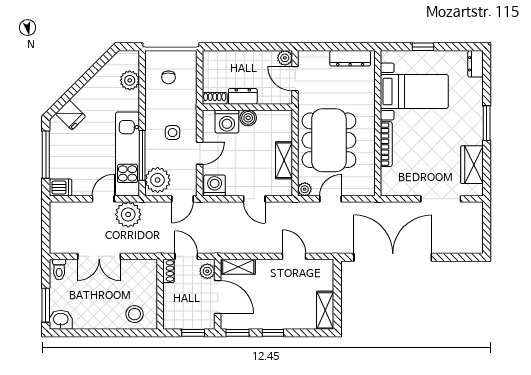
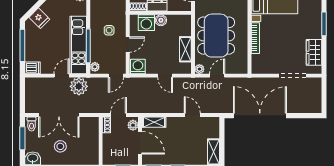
plant: (158, 180) -> (95, 67), width x0.53, depth x0.53
double door: (99, 256) -> (59, 115), width x1.37
door: (186, 256) -> (119, 115), hinge flipped
window: (46, 305) -> (22, 138), moved
stool: (135, 314) -> (60, 146), moved

